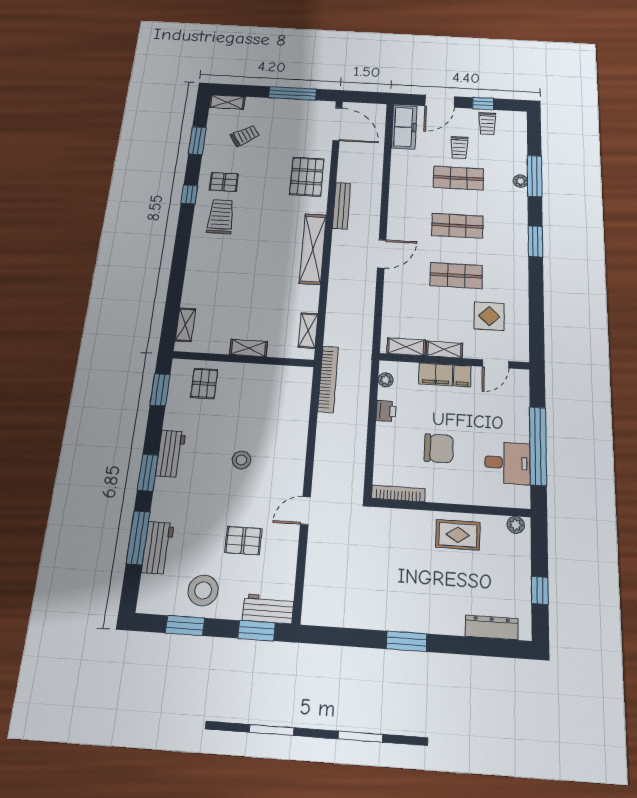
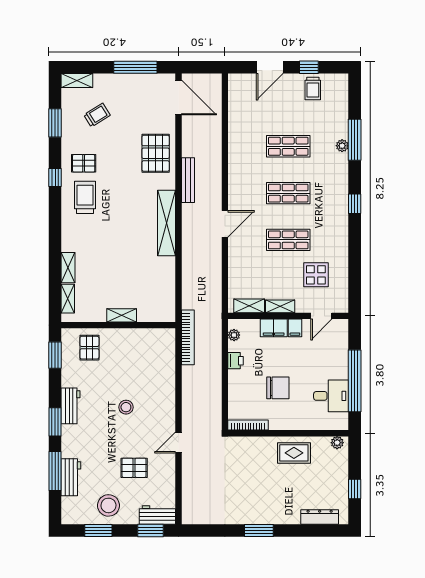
freezer: (404, 127) -> (239, 97), removed
trolley: (459, 148) -> (288, 115), removed
window: (535, 241) -> (355, 204), width x0.67
shelving: (308, 330) -> (68, 268), moved

